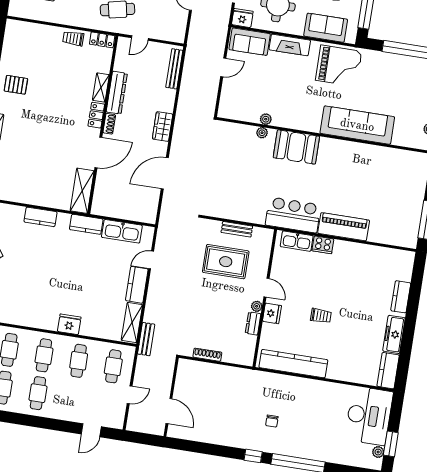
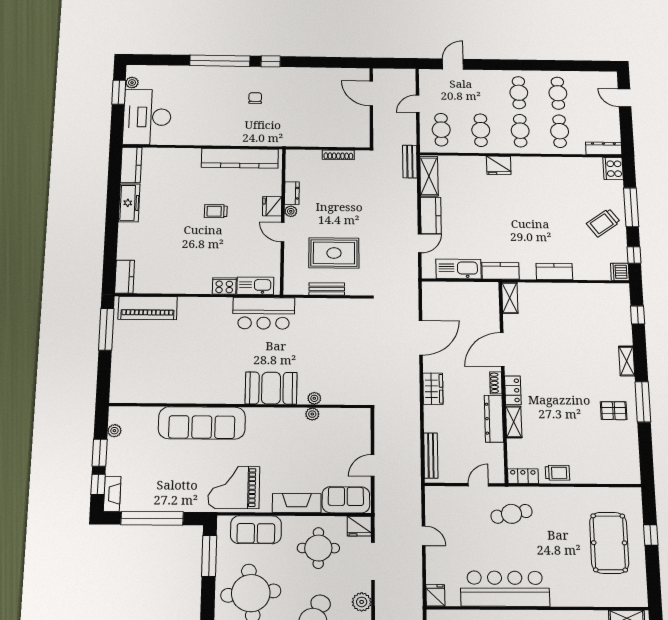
shelving: (82, 191) -> (510, 298), width x0.67, depth x0.75
piano: (344, 227) -> (148, 308), moved
kitchen counter: (401, 297) -> (125, 277), moved

